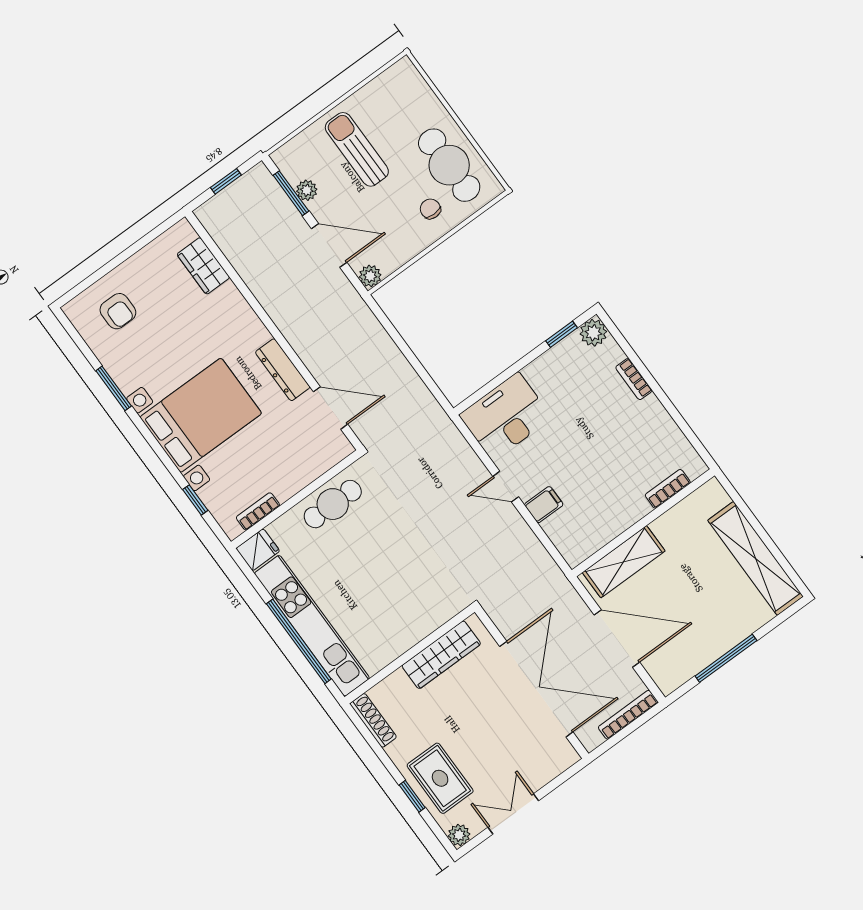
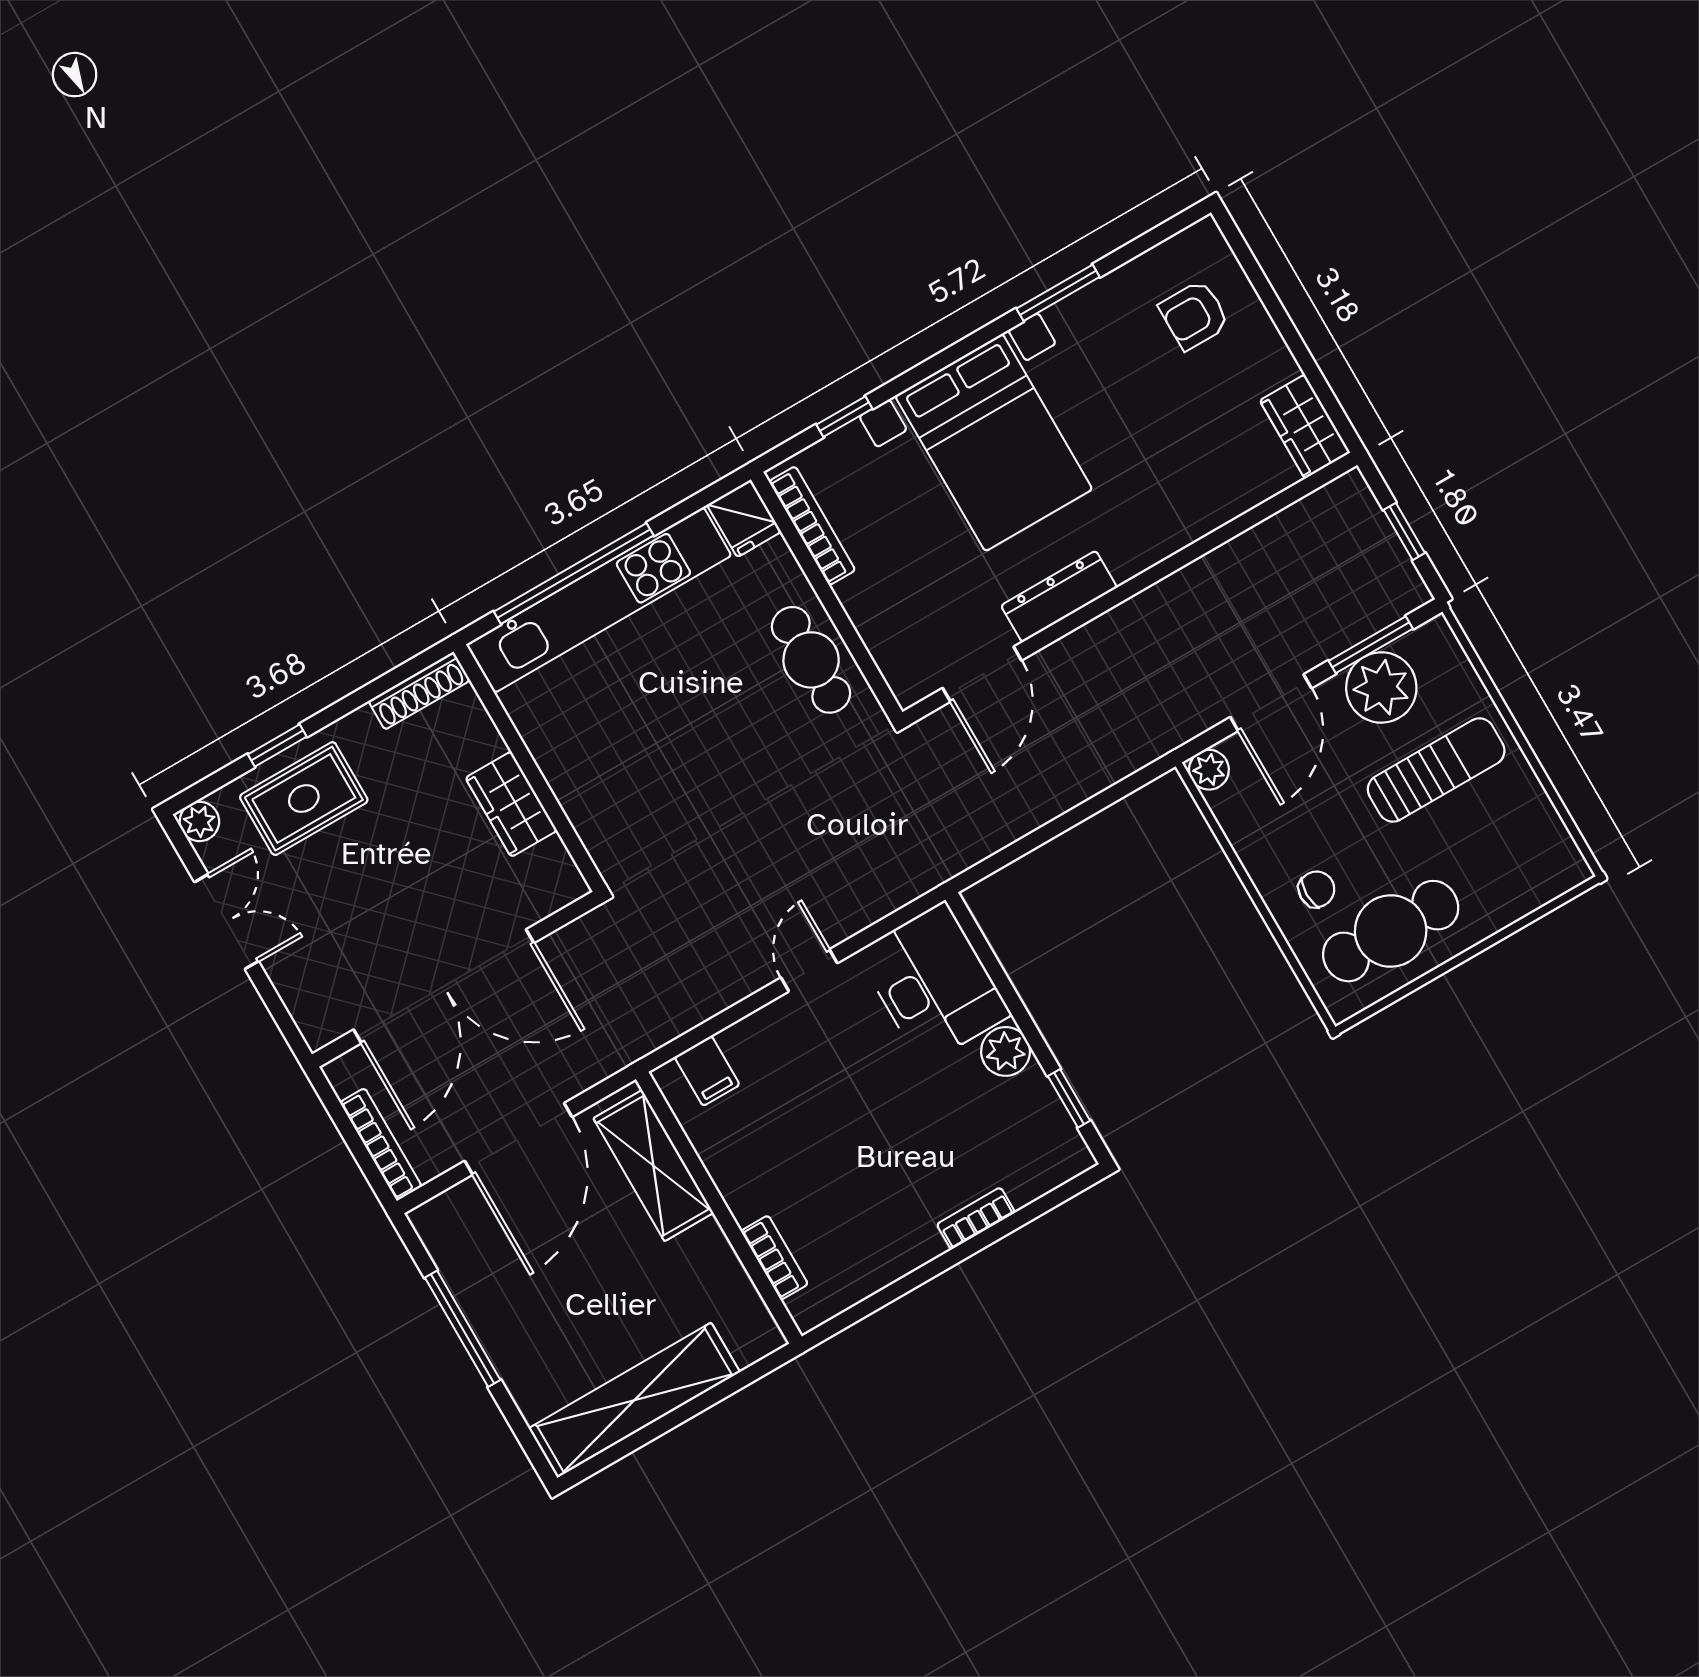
plant: (307, 190) -> (1381, 688), width x1.87, depth x1.87
wardrobe: (203, 266) -> (1305, 426), moved, turned -90
plant: (593, 333) -> (1006, 1051), moved
filing cabinet: (544, 505) -> (707, 1071), moved
bookcase: (258, 511) -> (812, 526), width x1.56
wardrobe: (441, 655) -> (511, 804), width x0.67

